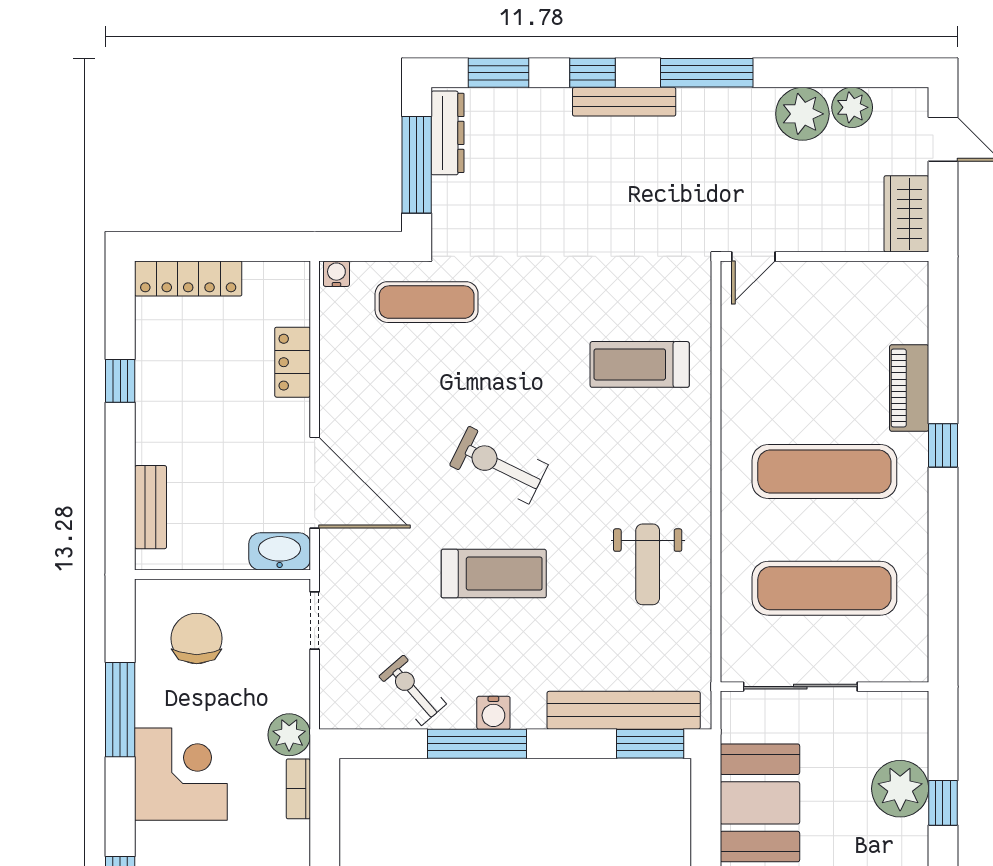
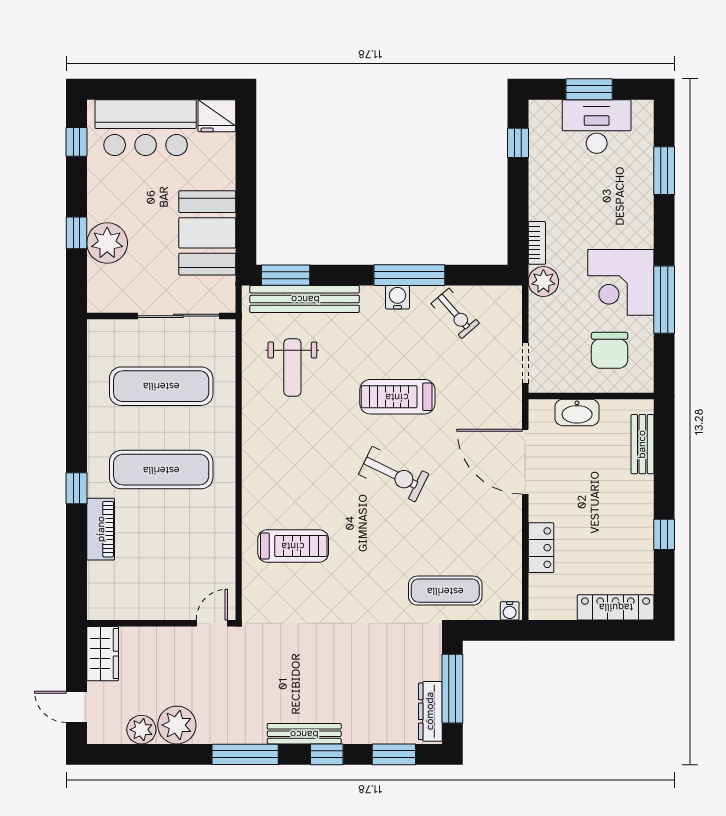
washbasin: (280, 551) -> (577, 412), moved
weight bench: (648, 564) -> (292, 367), moved, turned 180
corner desk: (181, 774) -> (621, 282), moved

